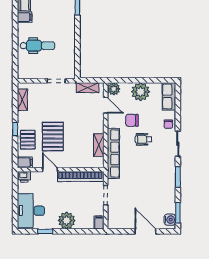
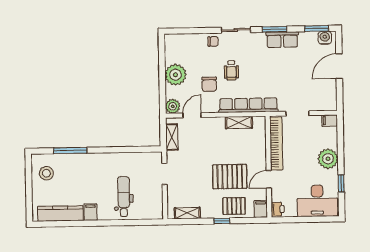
row of seats: (169, 96) -> (282, 40), moved

